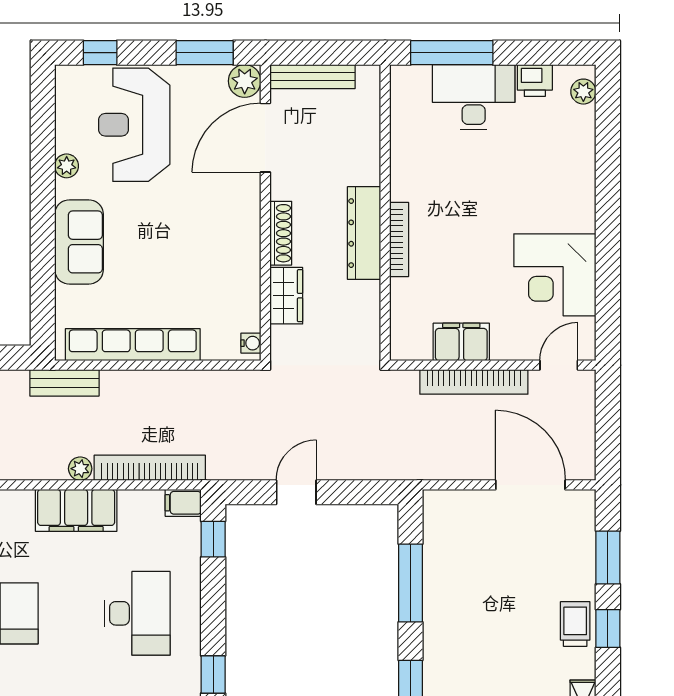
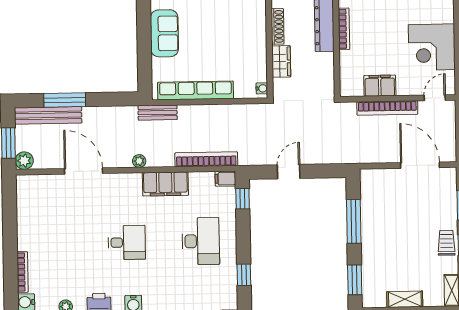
plant: (80, 469) -> (139, 161), moved

